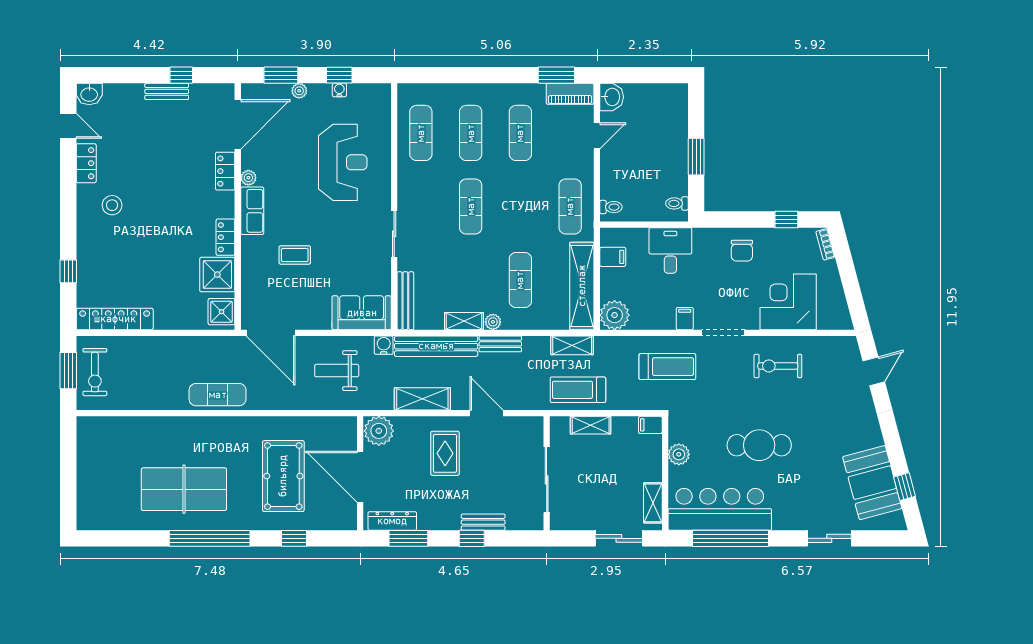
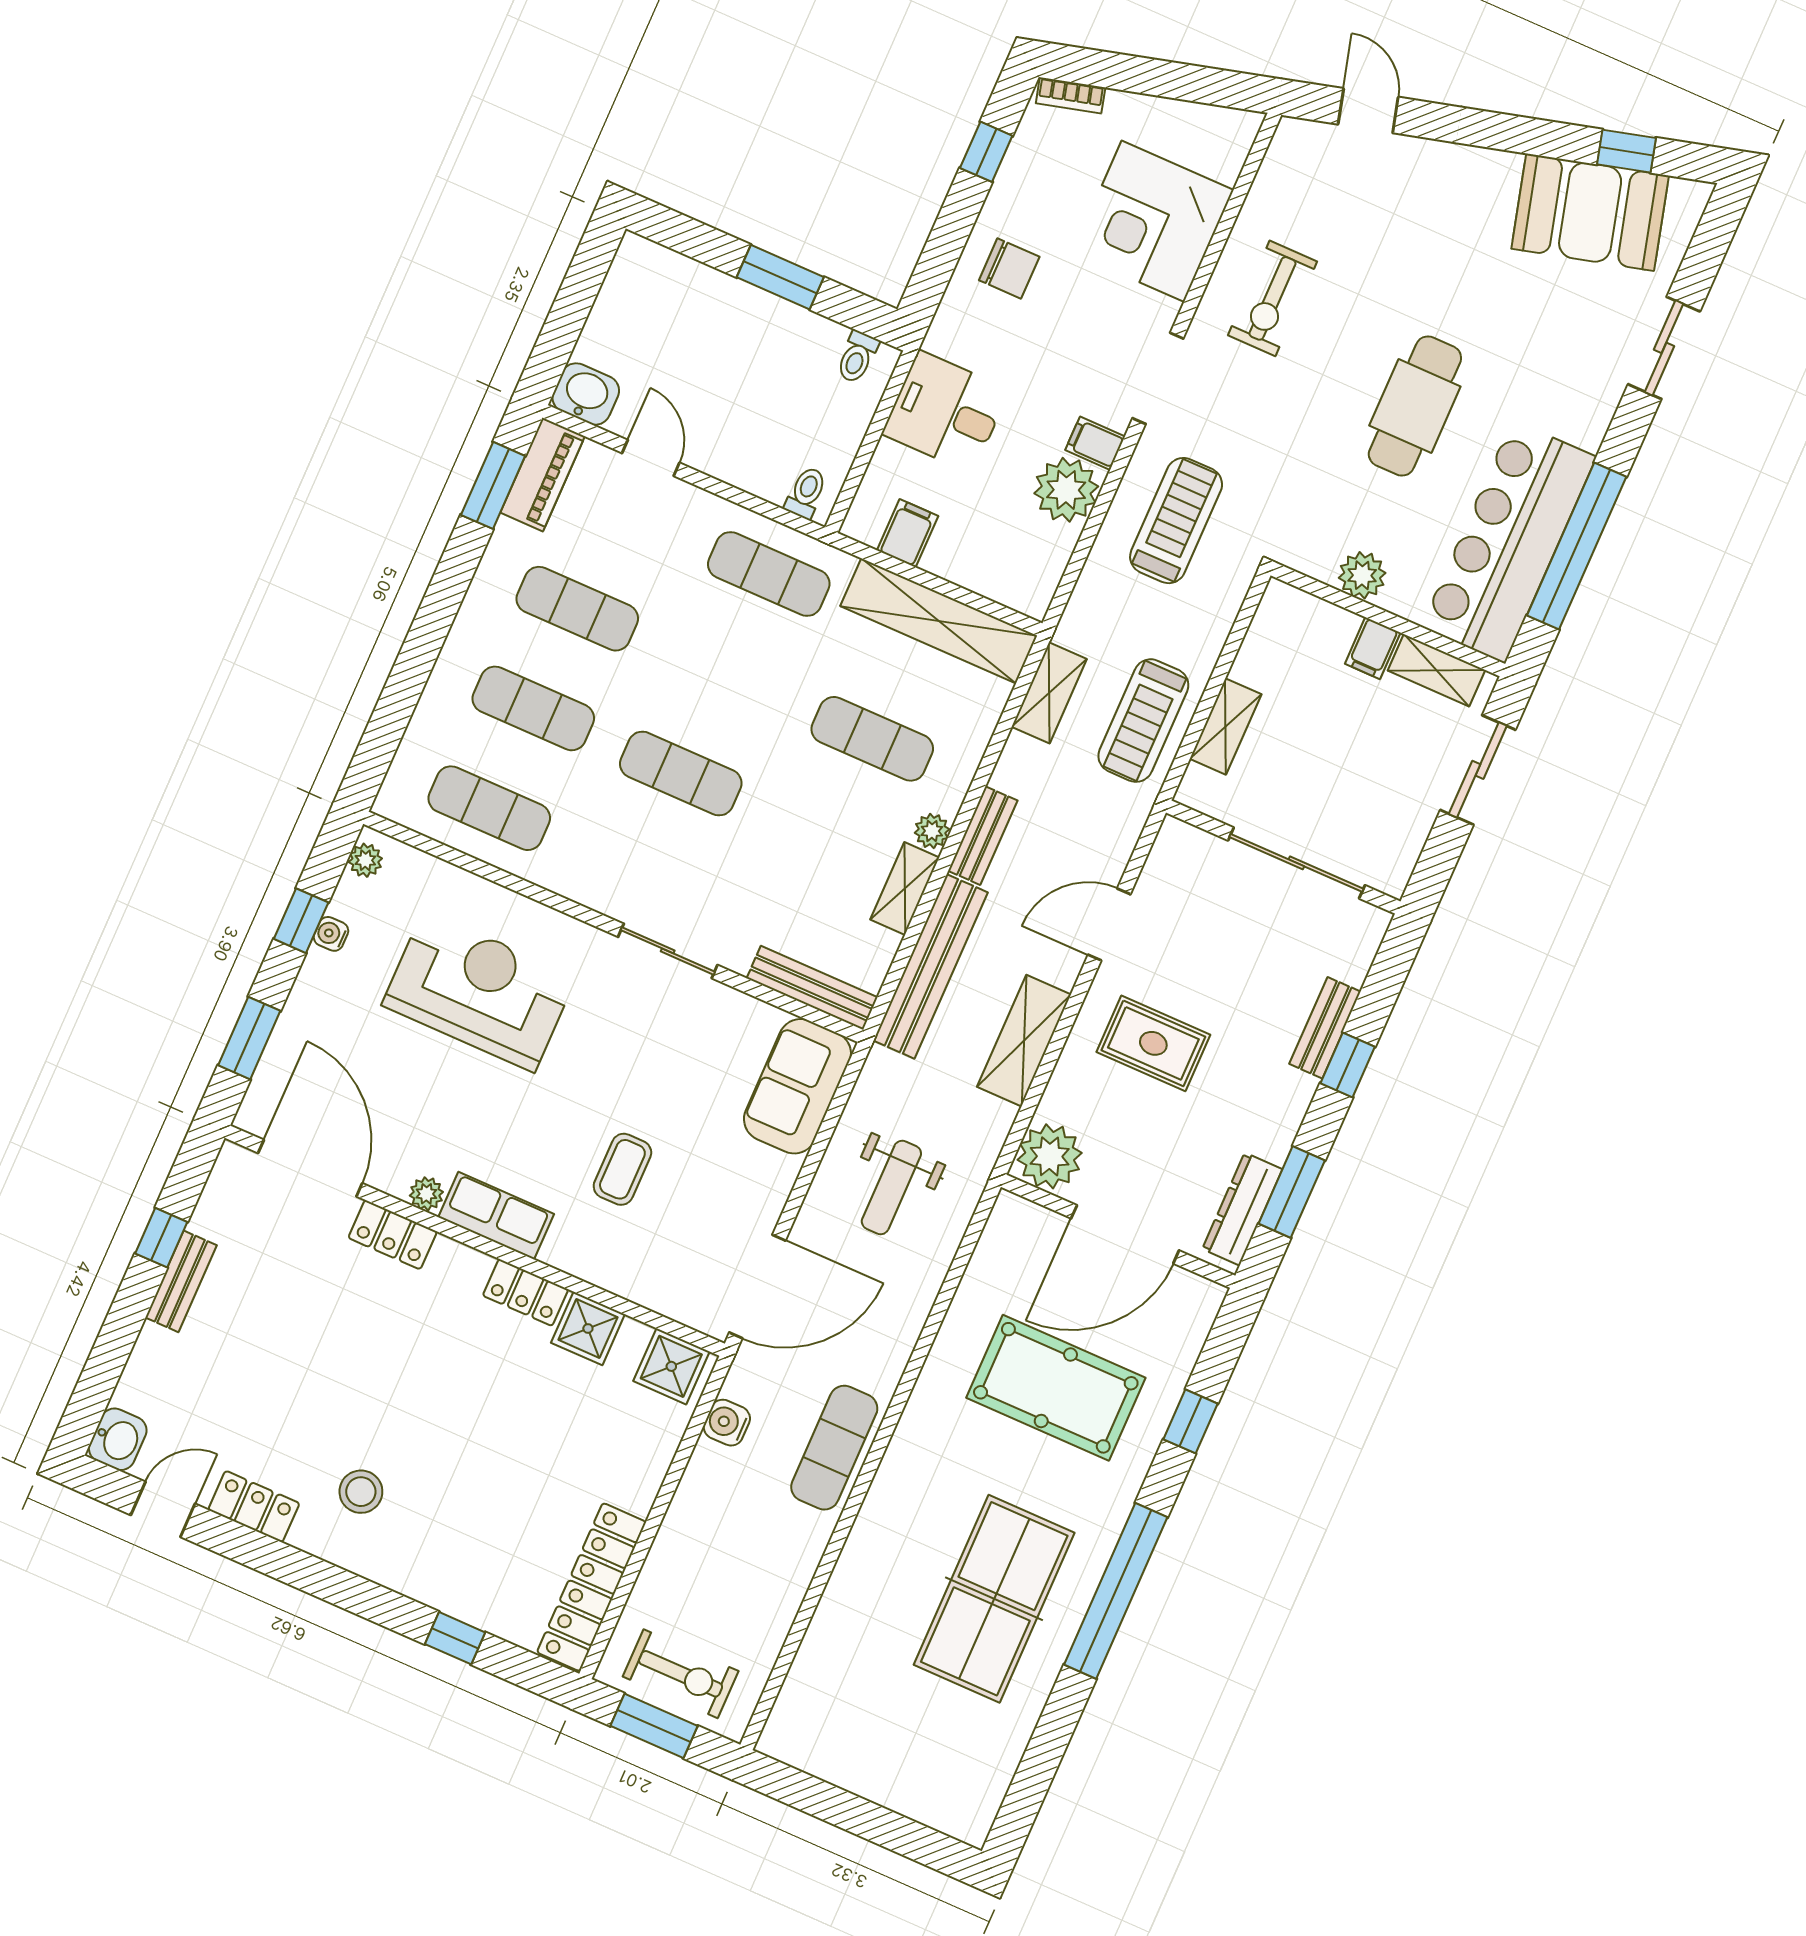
plant: (299, 91) -> (365, 860), moved
shower: (217, 275) -> (588, 1328), width x0.73, depth x0.73
plant: (615, 315) -> (1066, 490), moved
water cooler: (384, 345) -> (727, 1423), moved
filing cabinet: (650, 425) -> (1373, 648), moved

